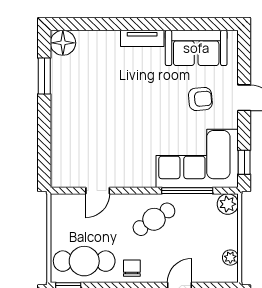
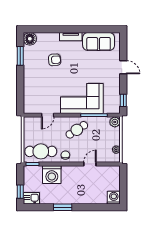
armchair: (200, 99) -> (55, 60), moved
corner sofa: (197, 158) -> (82, 98), moved

